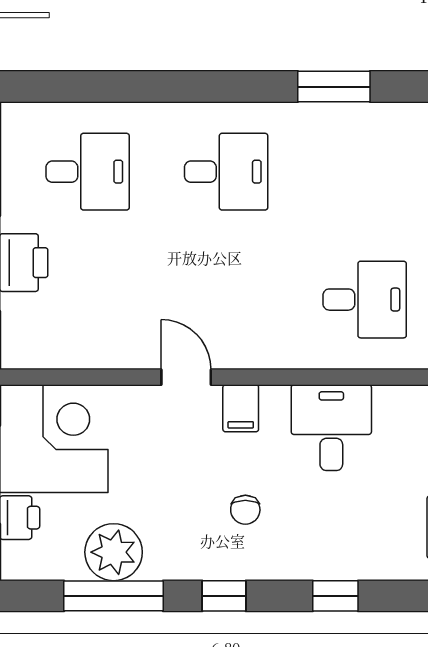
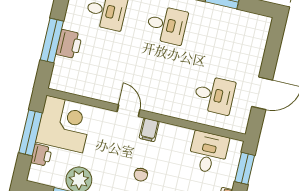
desk: (331, 428) -> (208, 153), moved

